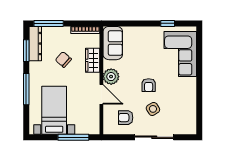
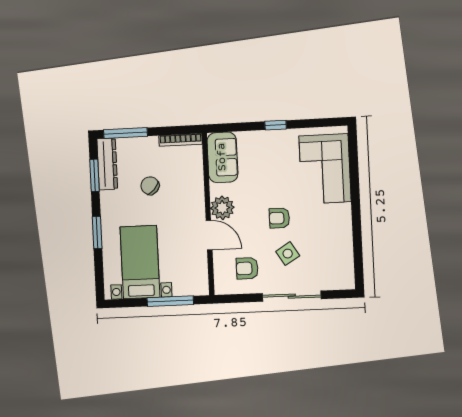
window: (168, 23) -> (276, 125), moved
wardrobe: (93, 60) -> (194, 185), removed
armchair: (149, 85) -> (279, 218), turned 90
window: (26, 89) -> (97, 233), width x0.69

